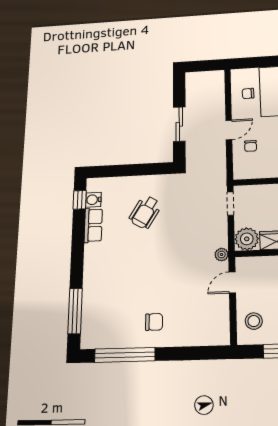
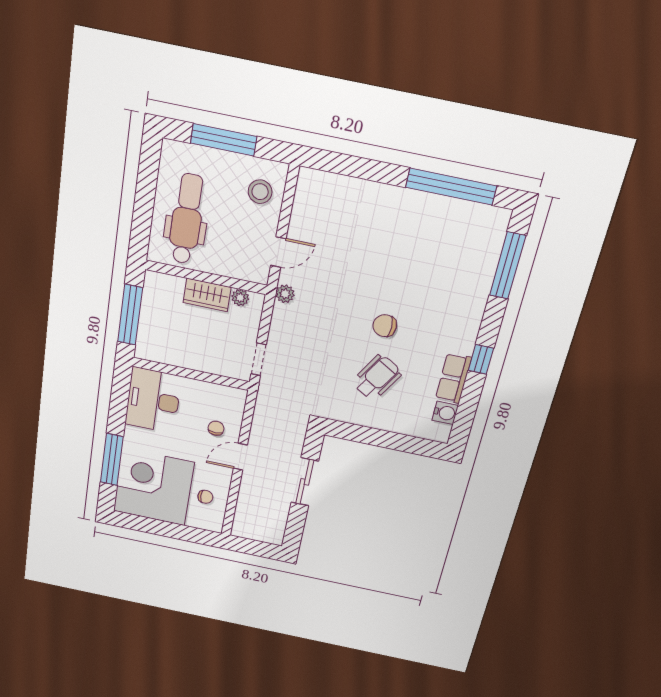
window: (80, 200) -> (481, 359), moved
plant: (247, 239) -> (240, 298), width x0.53, depth x0.53
chair: (154, 322) -> (385, 326), moved

